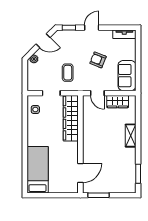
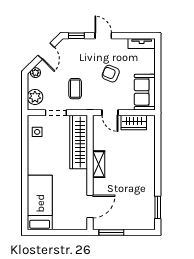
door: (92, 28) -> (103, 36), hinge flipped
door: (43, 41) -> (46, 51), hinge flipped
plant: (34, 80) -> (35, 97), added
shelving: (131, 136) -> (99, 164), moved

